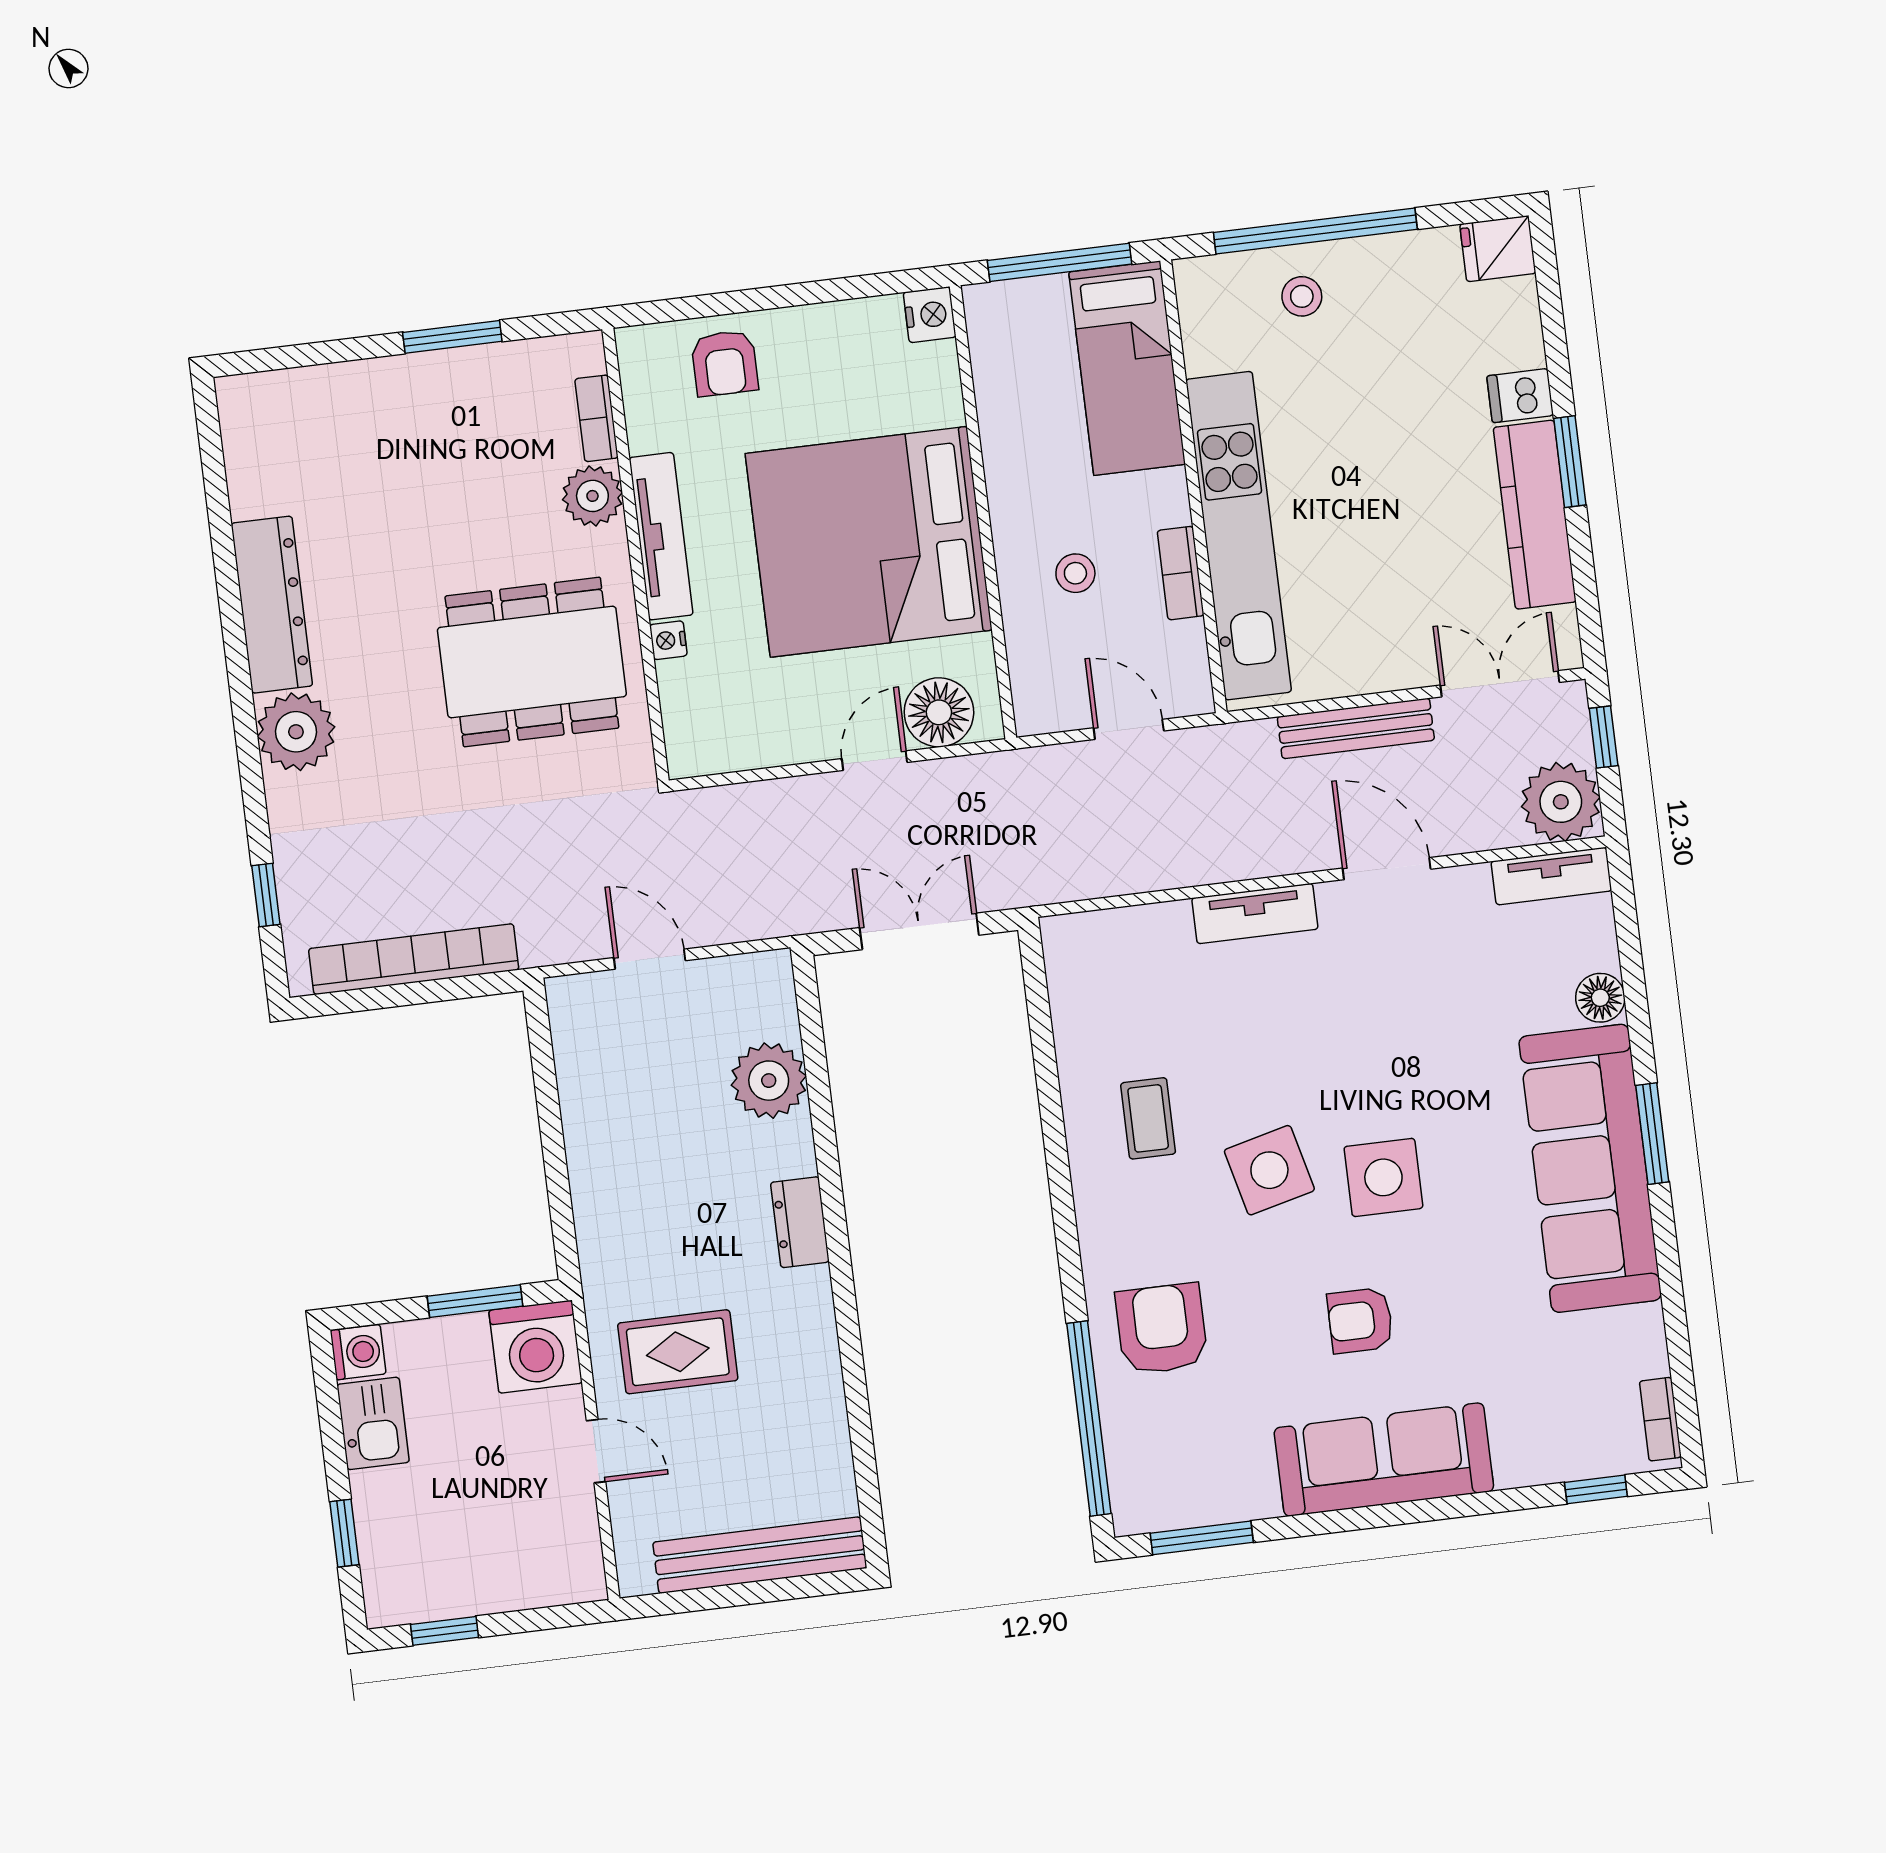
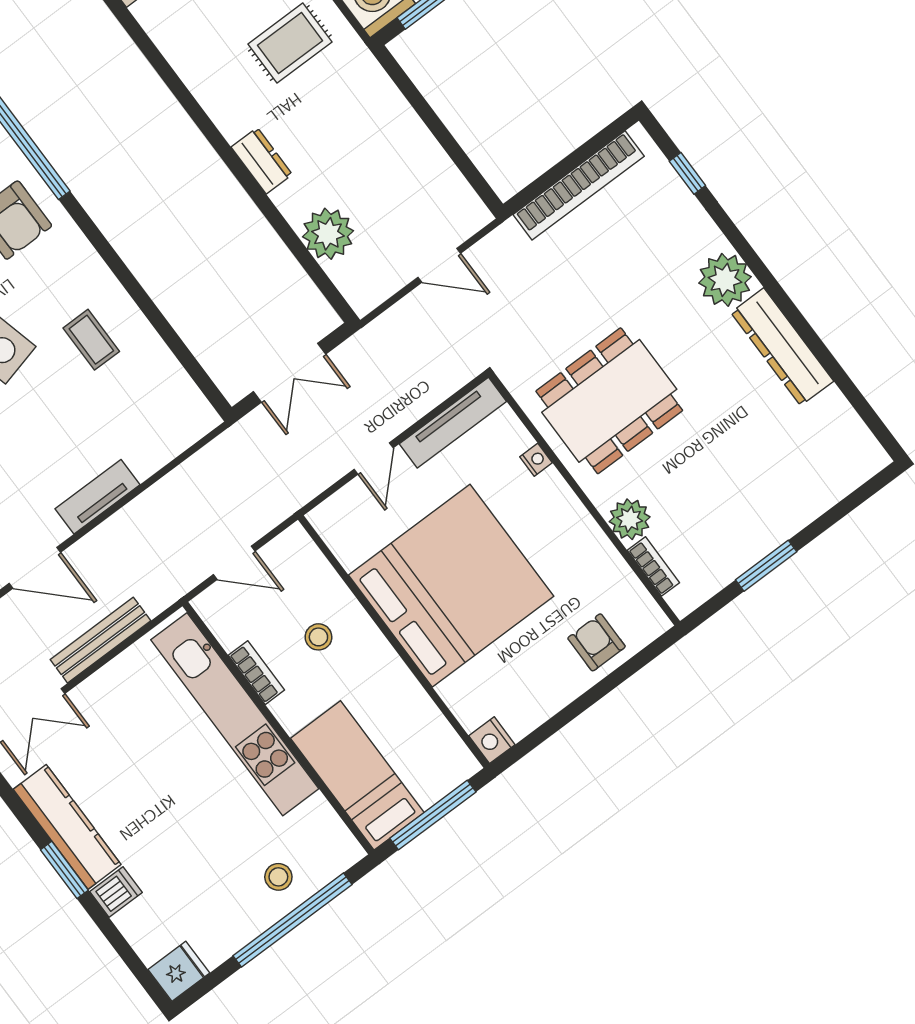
tv unit: (661, 536) -> (453, 423), moved, turned -90
floor lamp: (939, 712) -> (352, 509), removed

